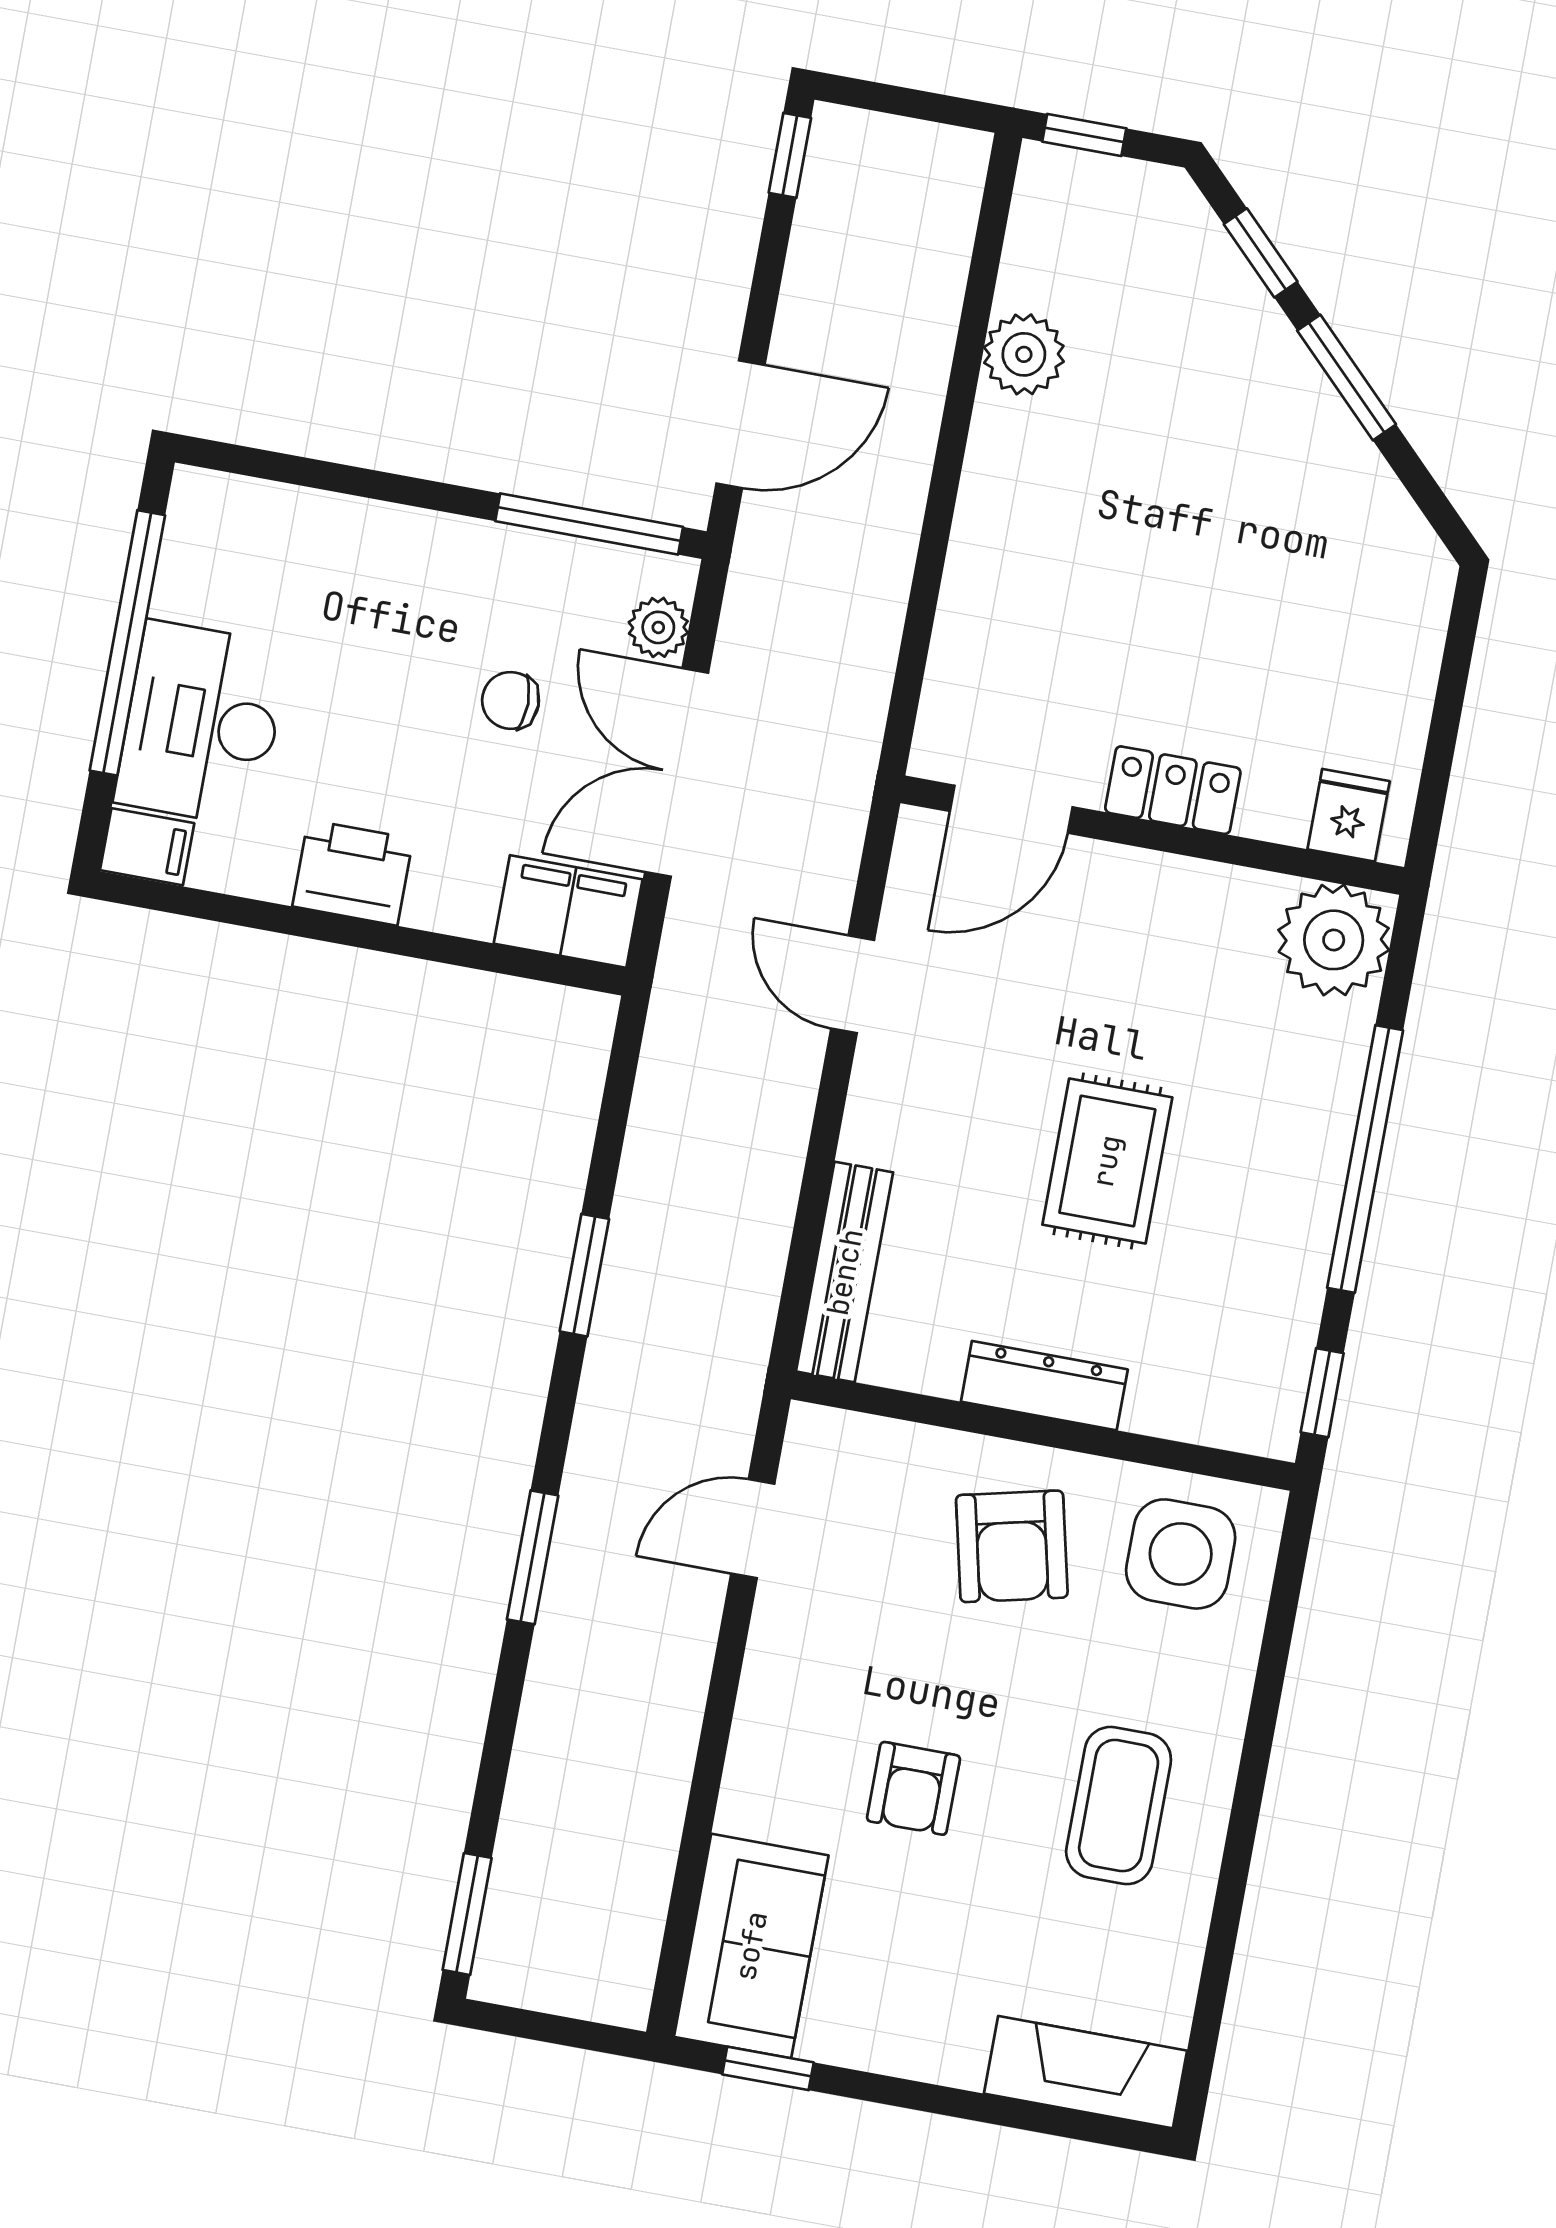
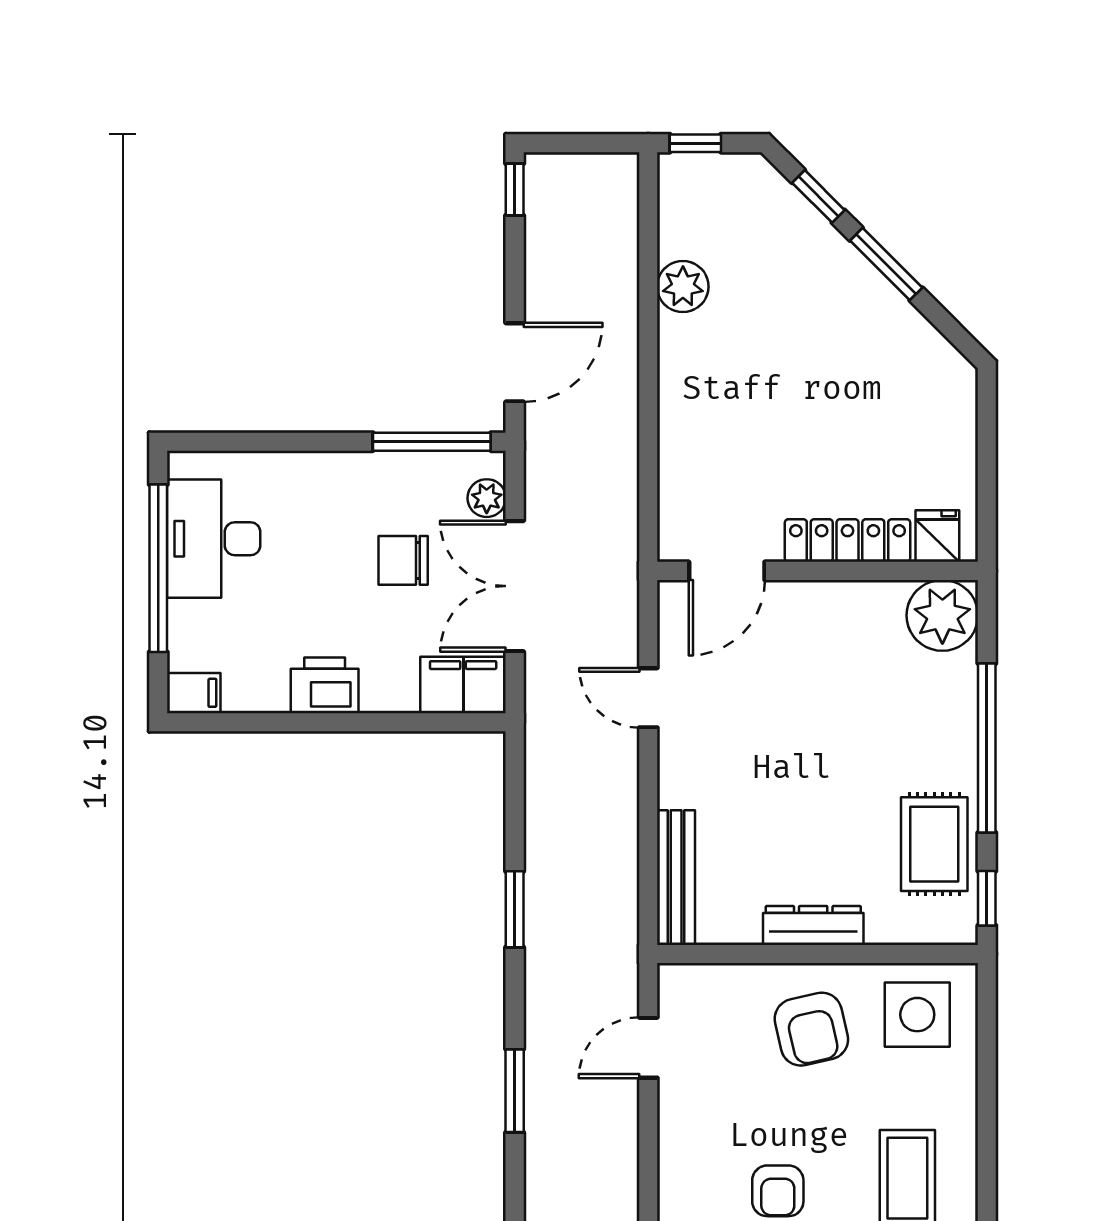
chair: (511, 700) -> (403, 560), width x1.37, depth x1.37
desk: (202, 724) -> (214, 539), moved
locker: (1173, 790) -> (848, 541), width x1.53
rug: (1107, 1161) -> (934, 844), moved

